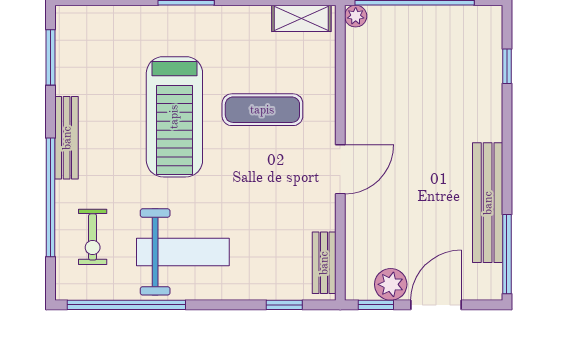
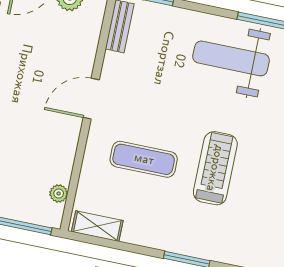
plant: (356, 16) -> (59, 193), moved
treadmill: (174, 117) -> (215, 168), width x0.73, depth x0.73

